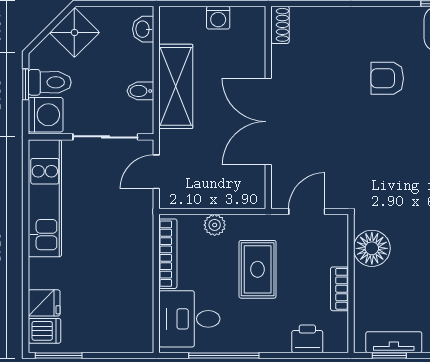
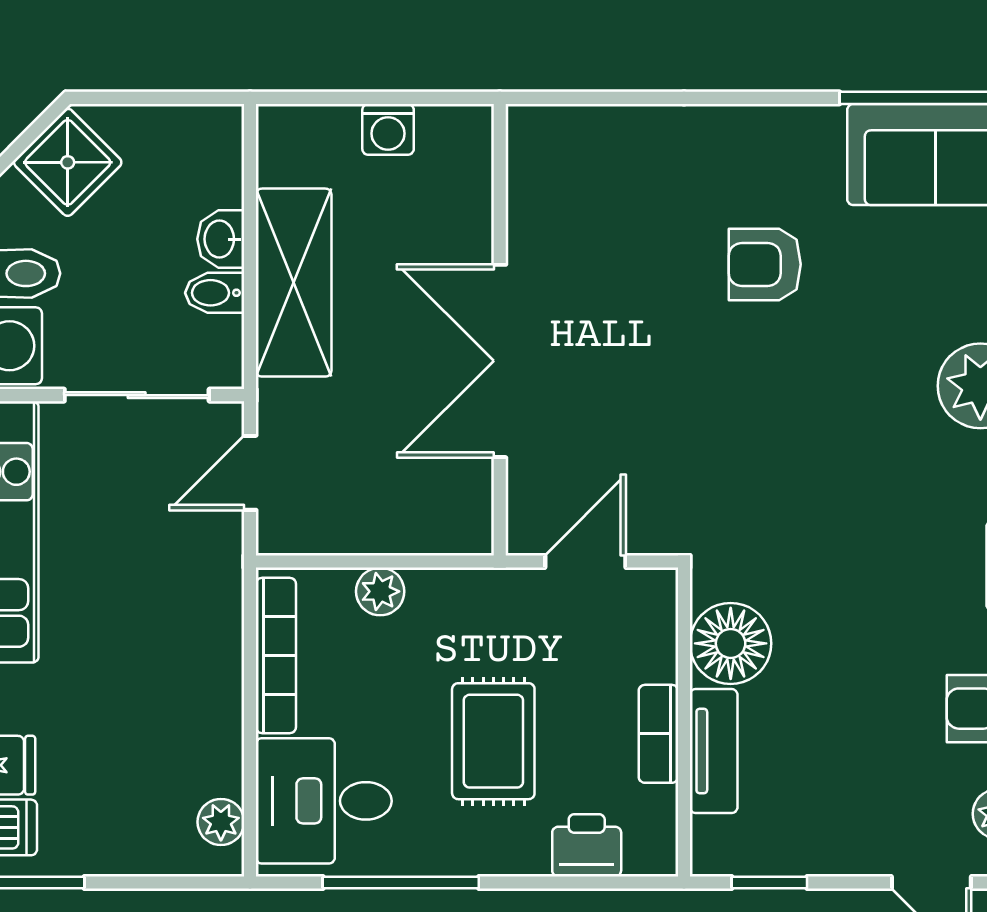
shoe rack: (280, 25) -> (526, 145), removed
washbasin: (143, 29) -> (221, 239), moved
rug: (258, 269) -> (493, 741), moved
plant: (143, 328) -> (221, 822), added
tv unit: (394, 342) -> (714, 751), moved, turned 90

